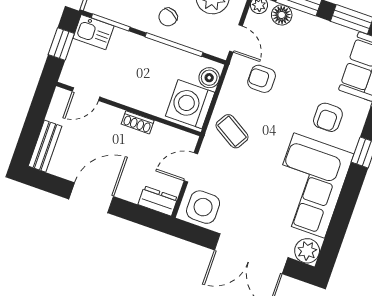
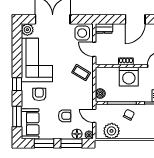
armchair: (262, 79) -> (65, 116), moved
washing machine: (190, 104) -> (129, 77), moved, turned 90
door: (191, 167) -> (94, 49), swing flipped

